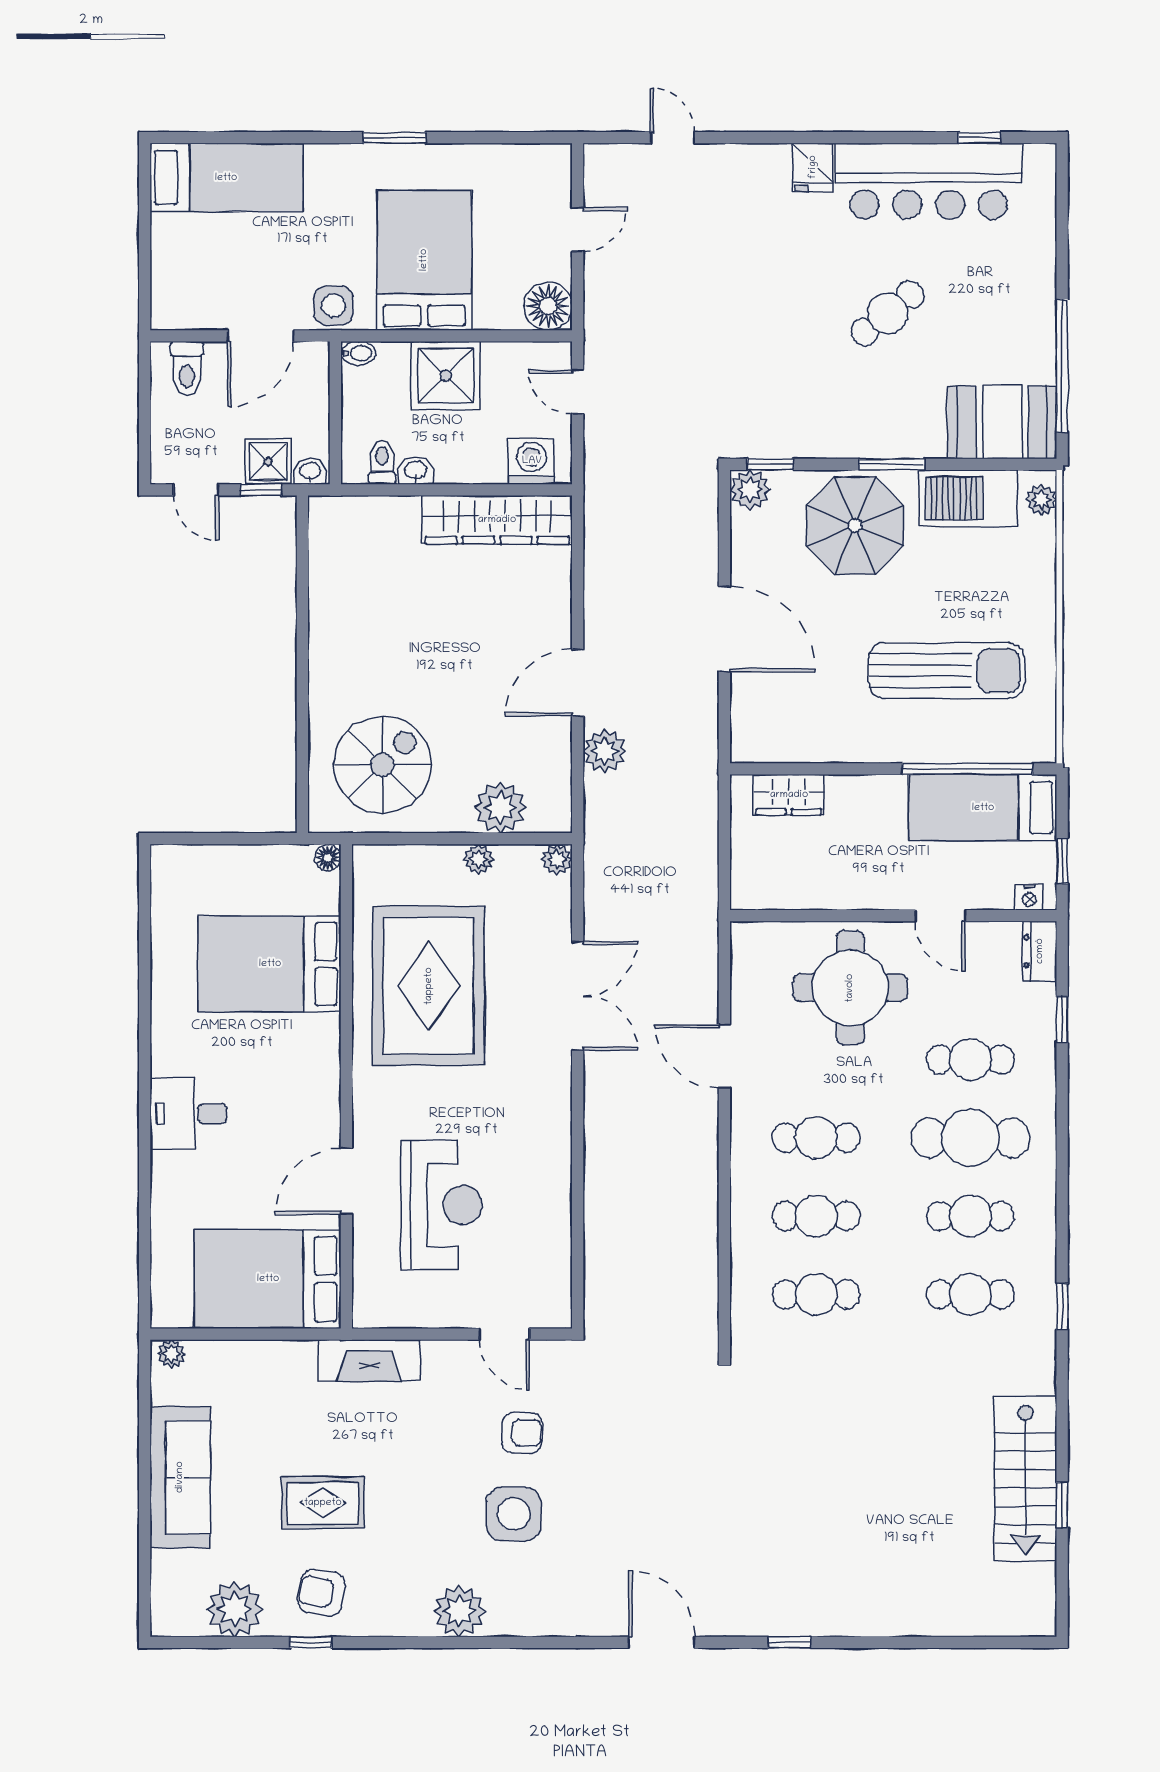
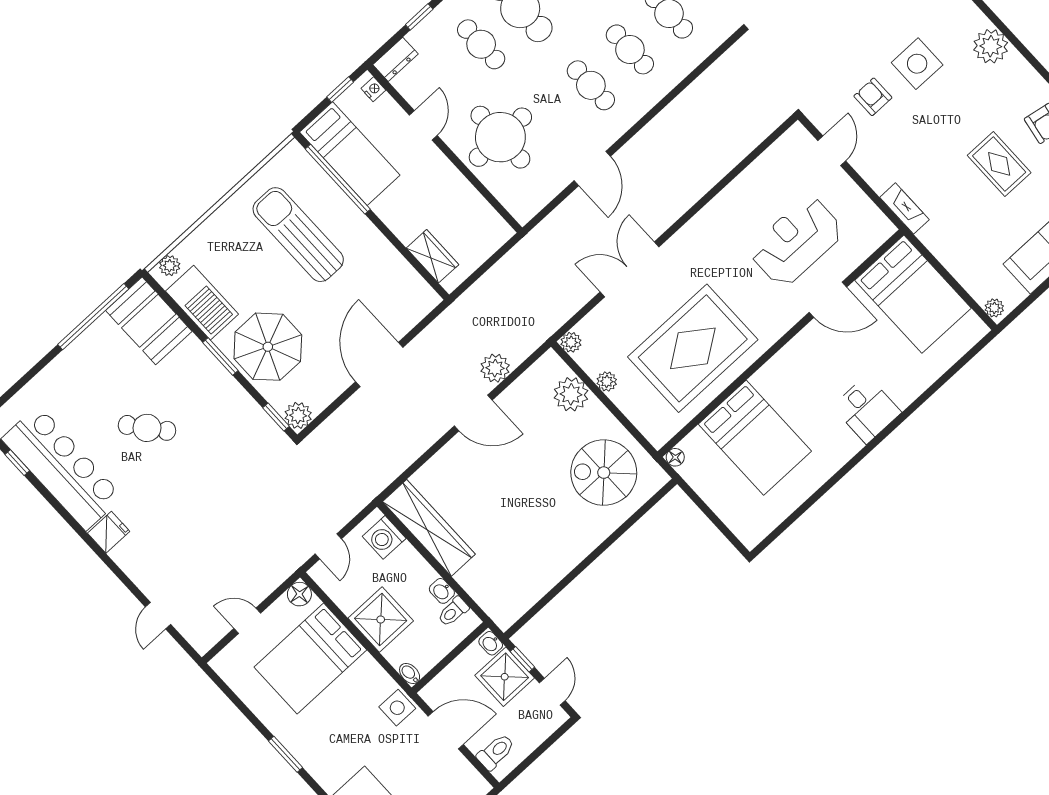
bed: (424, 260) -> (310, 658), moved
floor lamp: (548, 306) -> (299, 594), width x0.73, depth x0.73
shower: (268, 462) -> (505, 677), width x1.36, depth x1.36
fireplace: (369, 1360) -> (904, 208), width x0.73, depth x0.76

